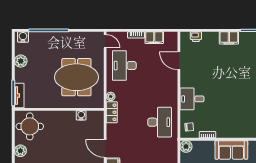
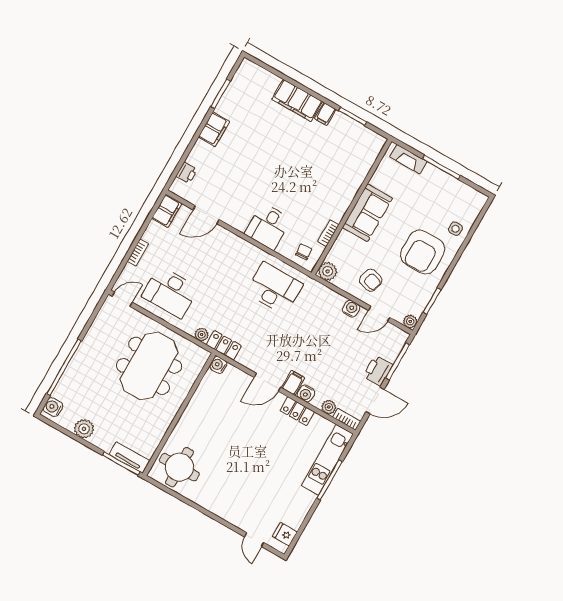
filing cabinet: (154, 38) -> (167, 211), moved
water cooler: (81, 115) -> (218, 365), moved
plant: (20, 151) -> (205, 499), removed

